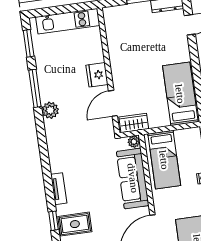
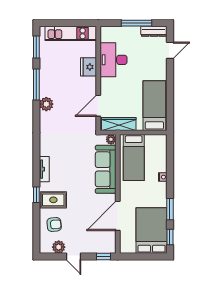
desk: (124, 46) -> (114, 60), added
fridge: (97, 75) -> (89, 67), moved
wardrobe: (134, 123) -> (119, 124), width x1.50

